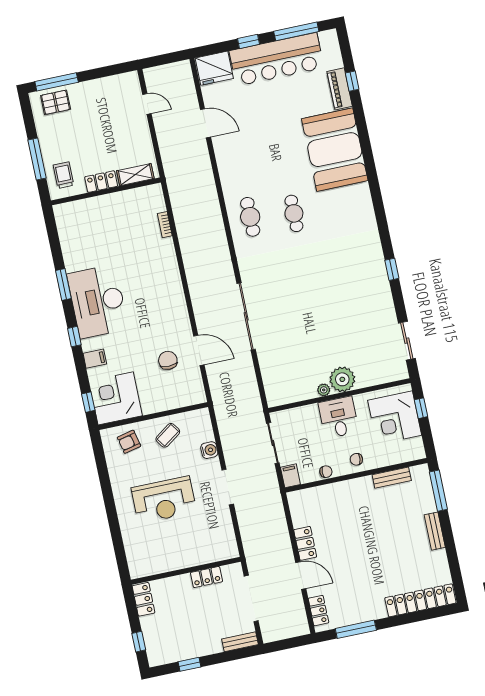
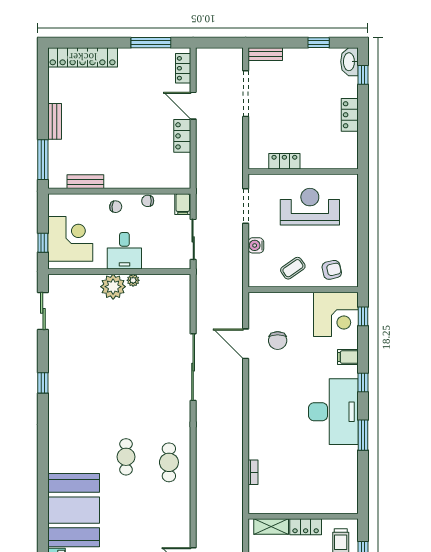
wall: (186, 571) -> (303, 171), moved
locker: (206, 577) -> (284, 161), moved
washbasin: (155, 652) -> (349, 62), added

